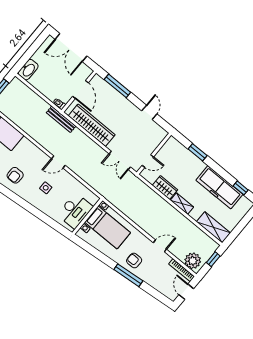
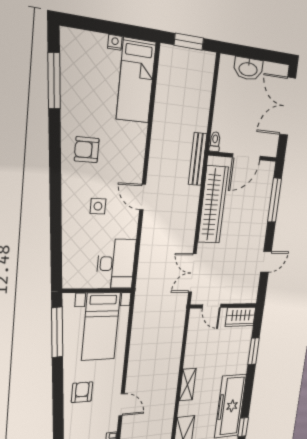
washbasin: (28, 70) -> (248, 69), moved
wardrobe: (165, 188) -> (240, 317), moved, turned 90
desk: (75, 211) -> (116, 264), moved, turned -90
window: (128, 275) -> (57, 332), moved

